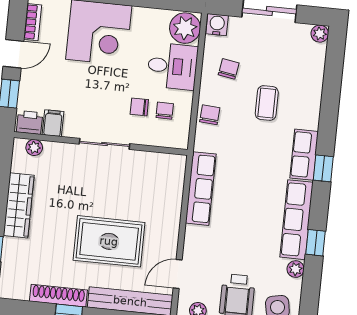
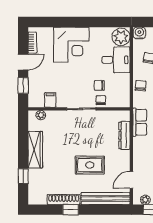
chair: (165, 111) -> (101, 100), moved
printer: (30, 123) -> (37, 101), removed
row of seats: (201, 189) -> (140, 122), width x0.68
dresser: (173, 197) -> (124, 135), added
rug: (109, 241) -> (90, 165), width x0.73, depth x0.70

